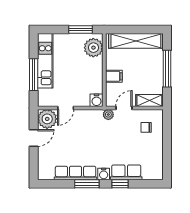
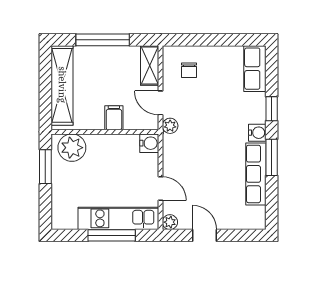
kitchen unit: (45, 61) -> (118, 218), moved
plant: (47, 119) -> (170, 222), width x0.53, depth x0.53
row of seats: (126, 172) -> (255, 69), moved

